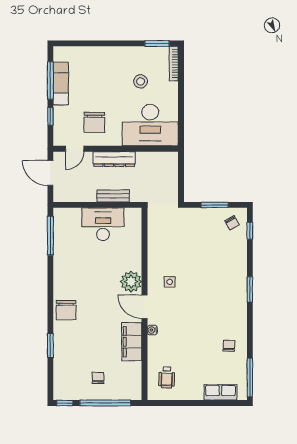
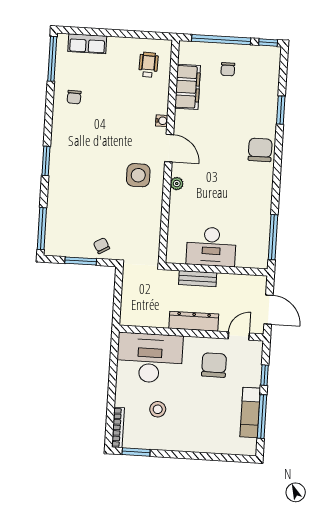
chair: (232, 223) -> (102, 246), moved
window: (250, 231) -> (42, 229), width x2.17
plant: (131, 282) -> (177, 184), width x0.53, depth x0.53
side table: (170, 282) -> (138, 175), width x1.87, depth x1.87
filing cabinet: (132, 342) -> (188, 87), moved

